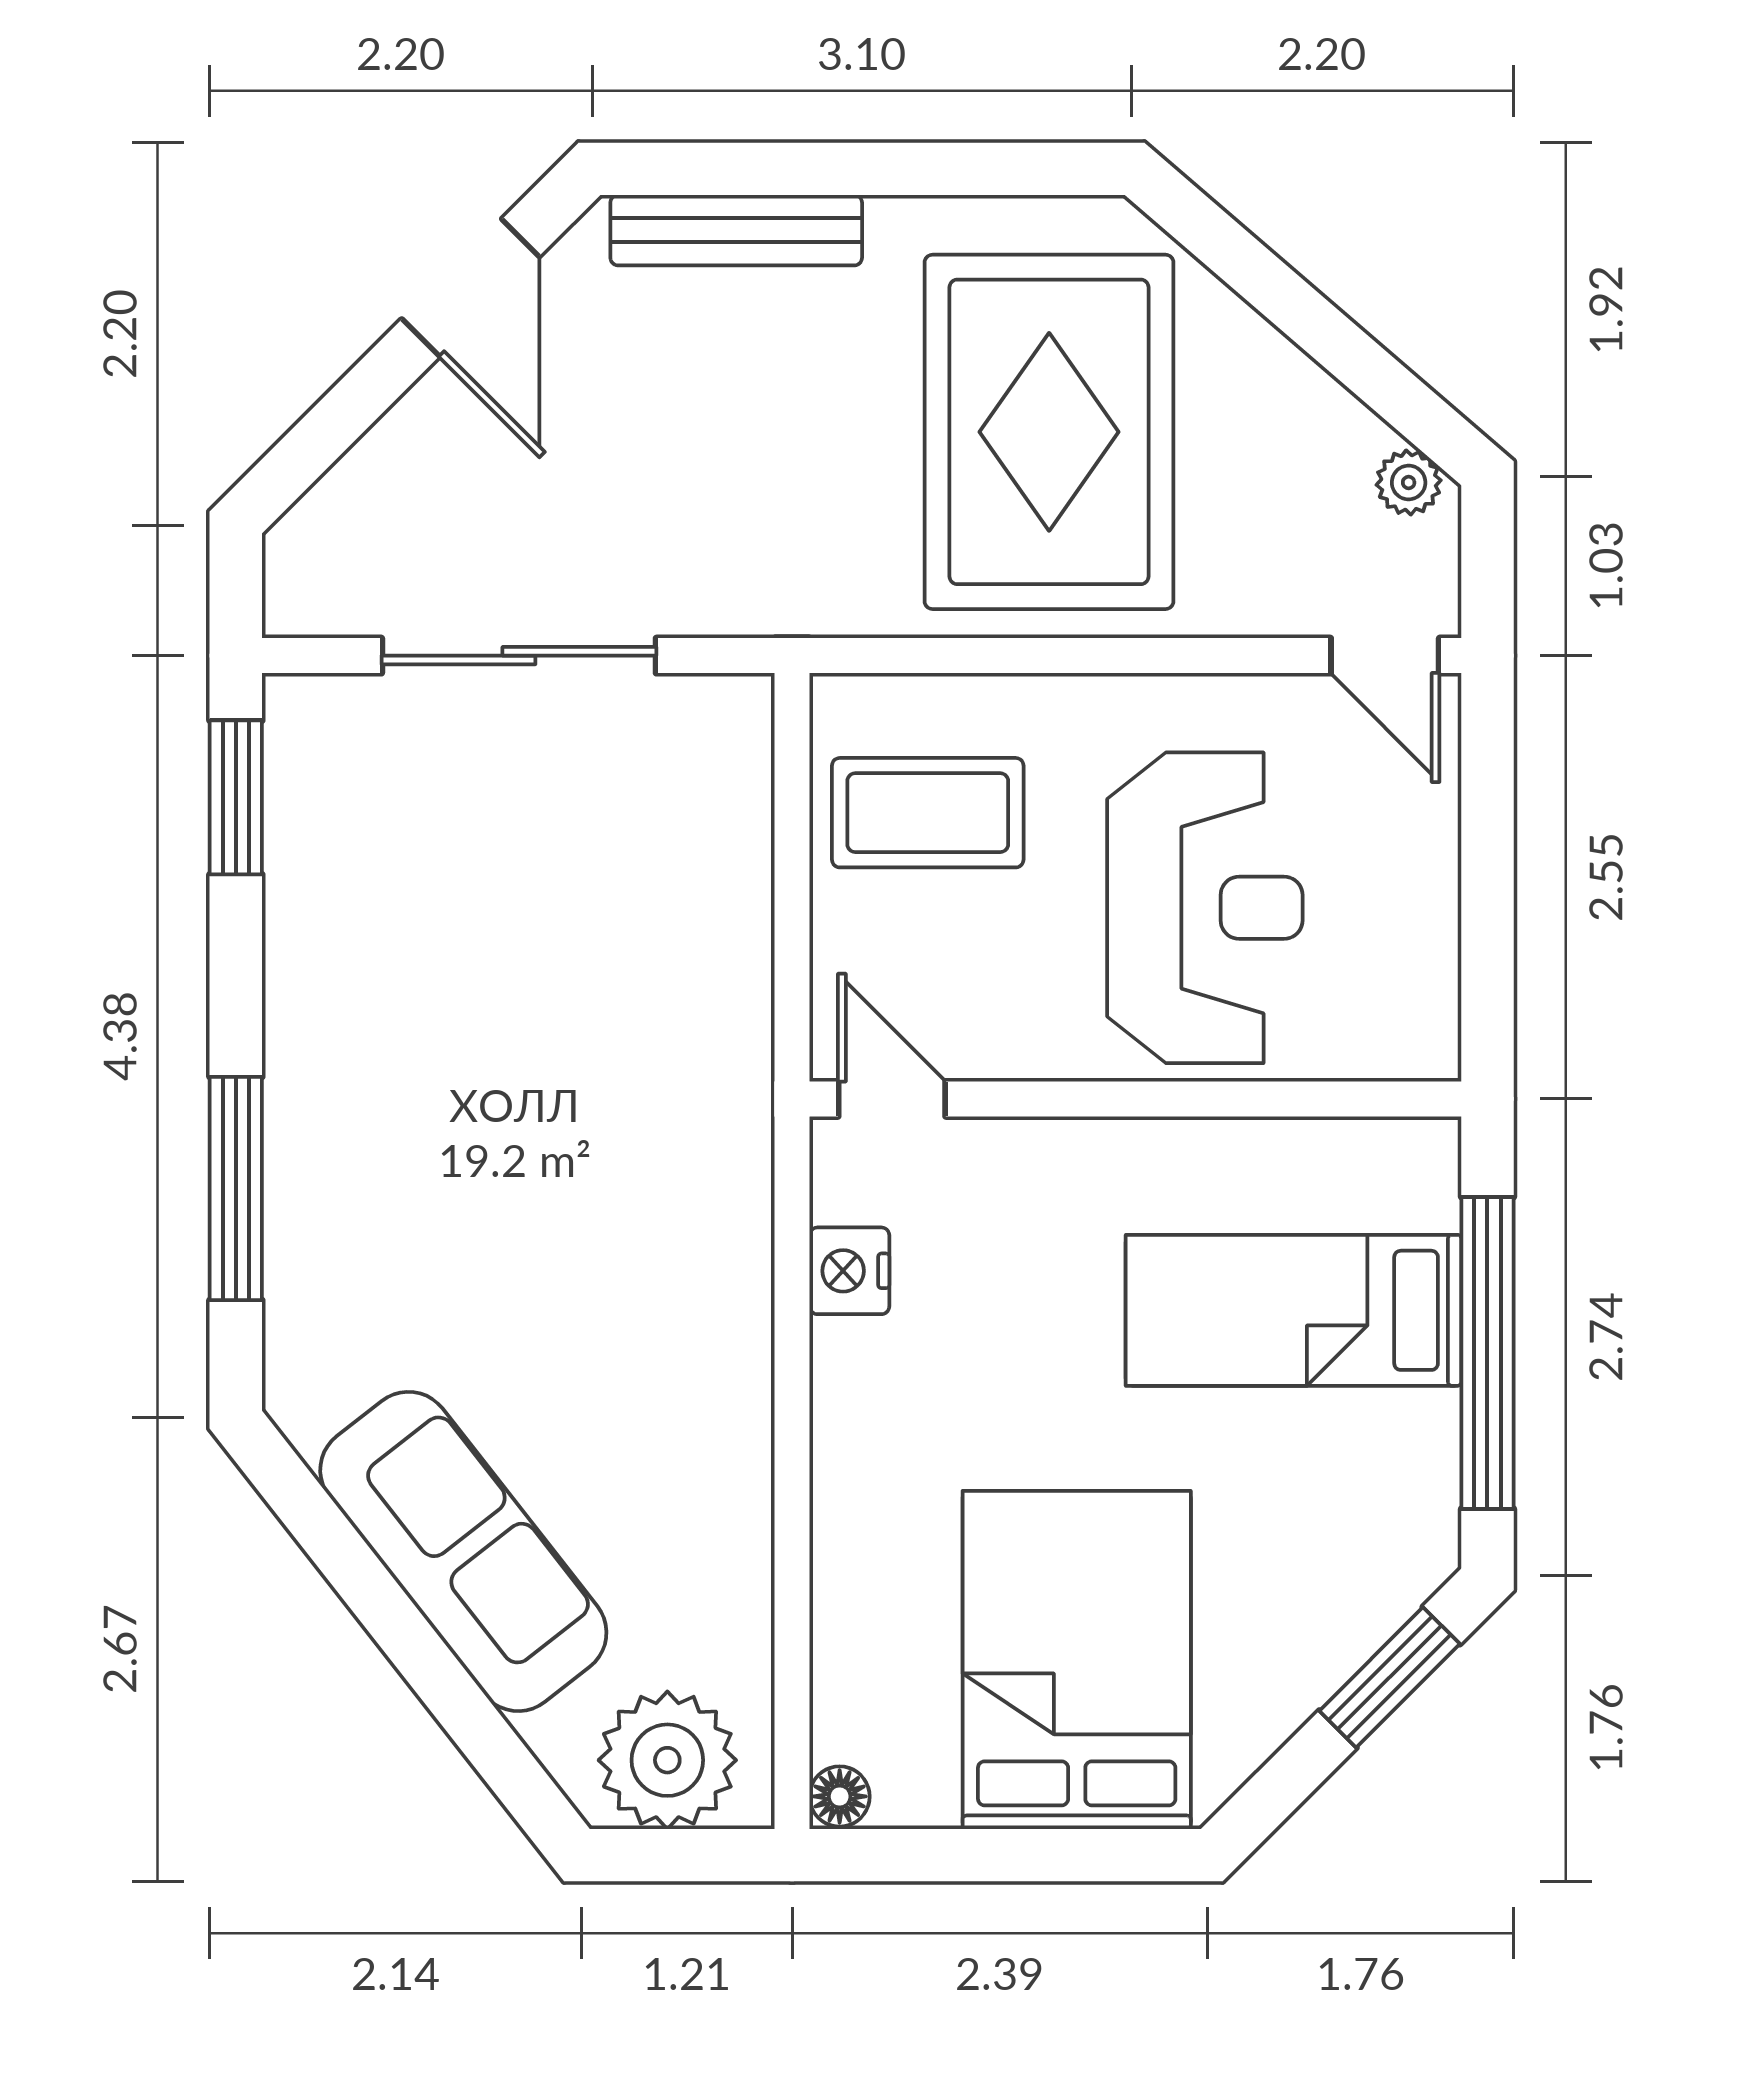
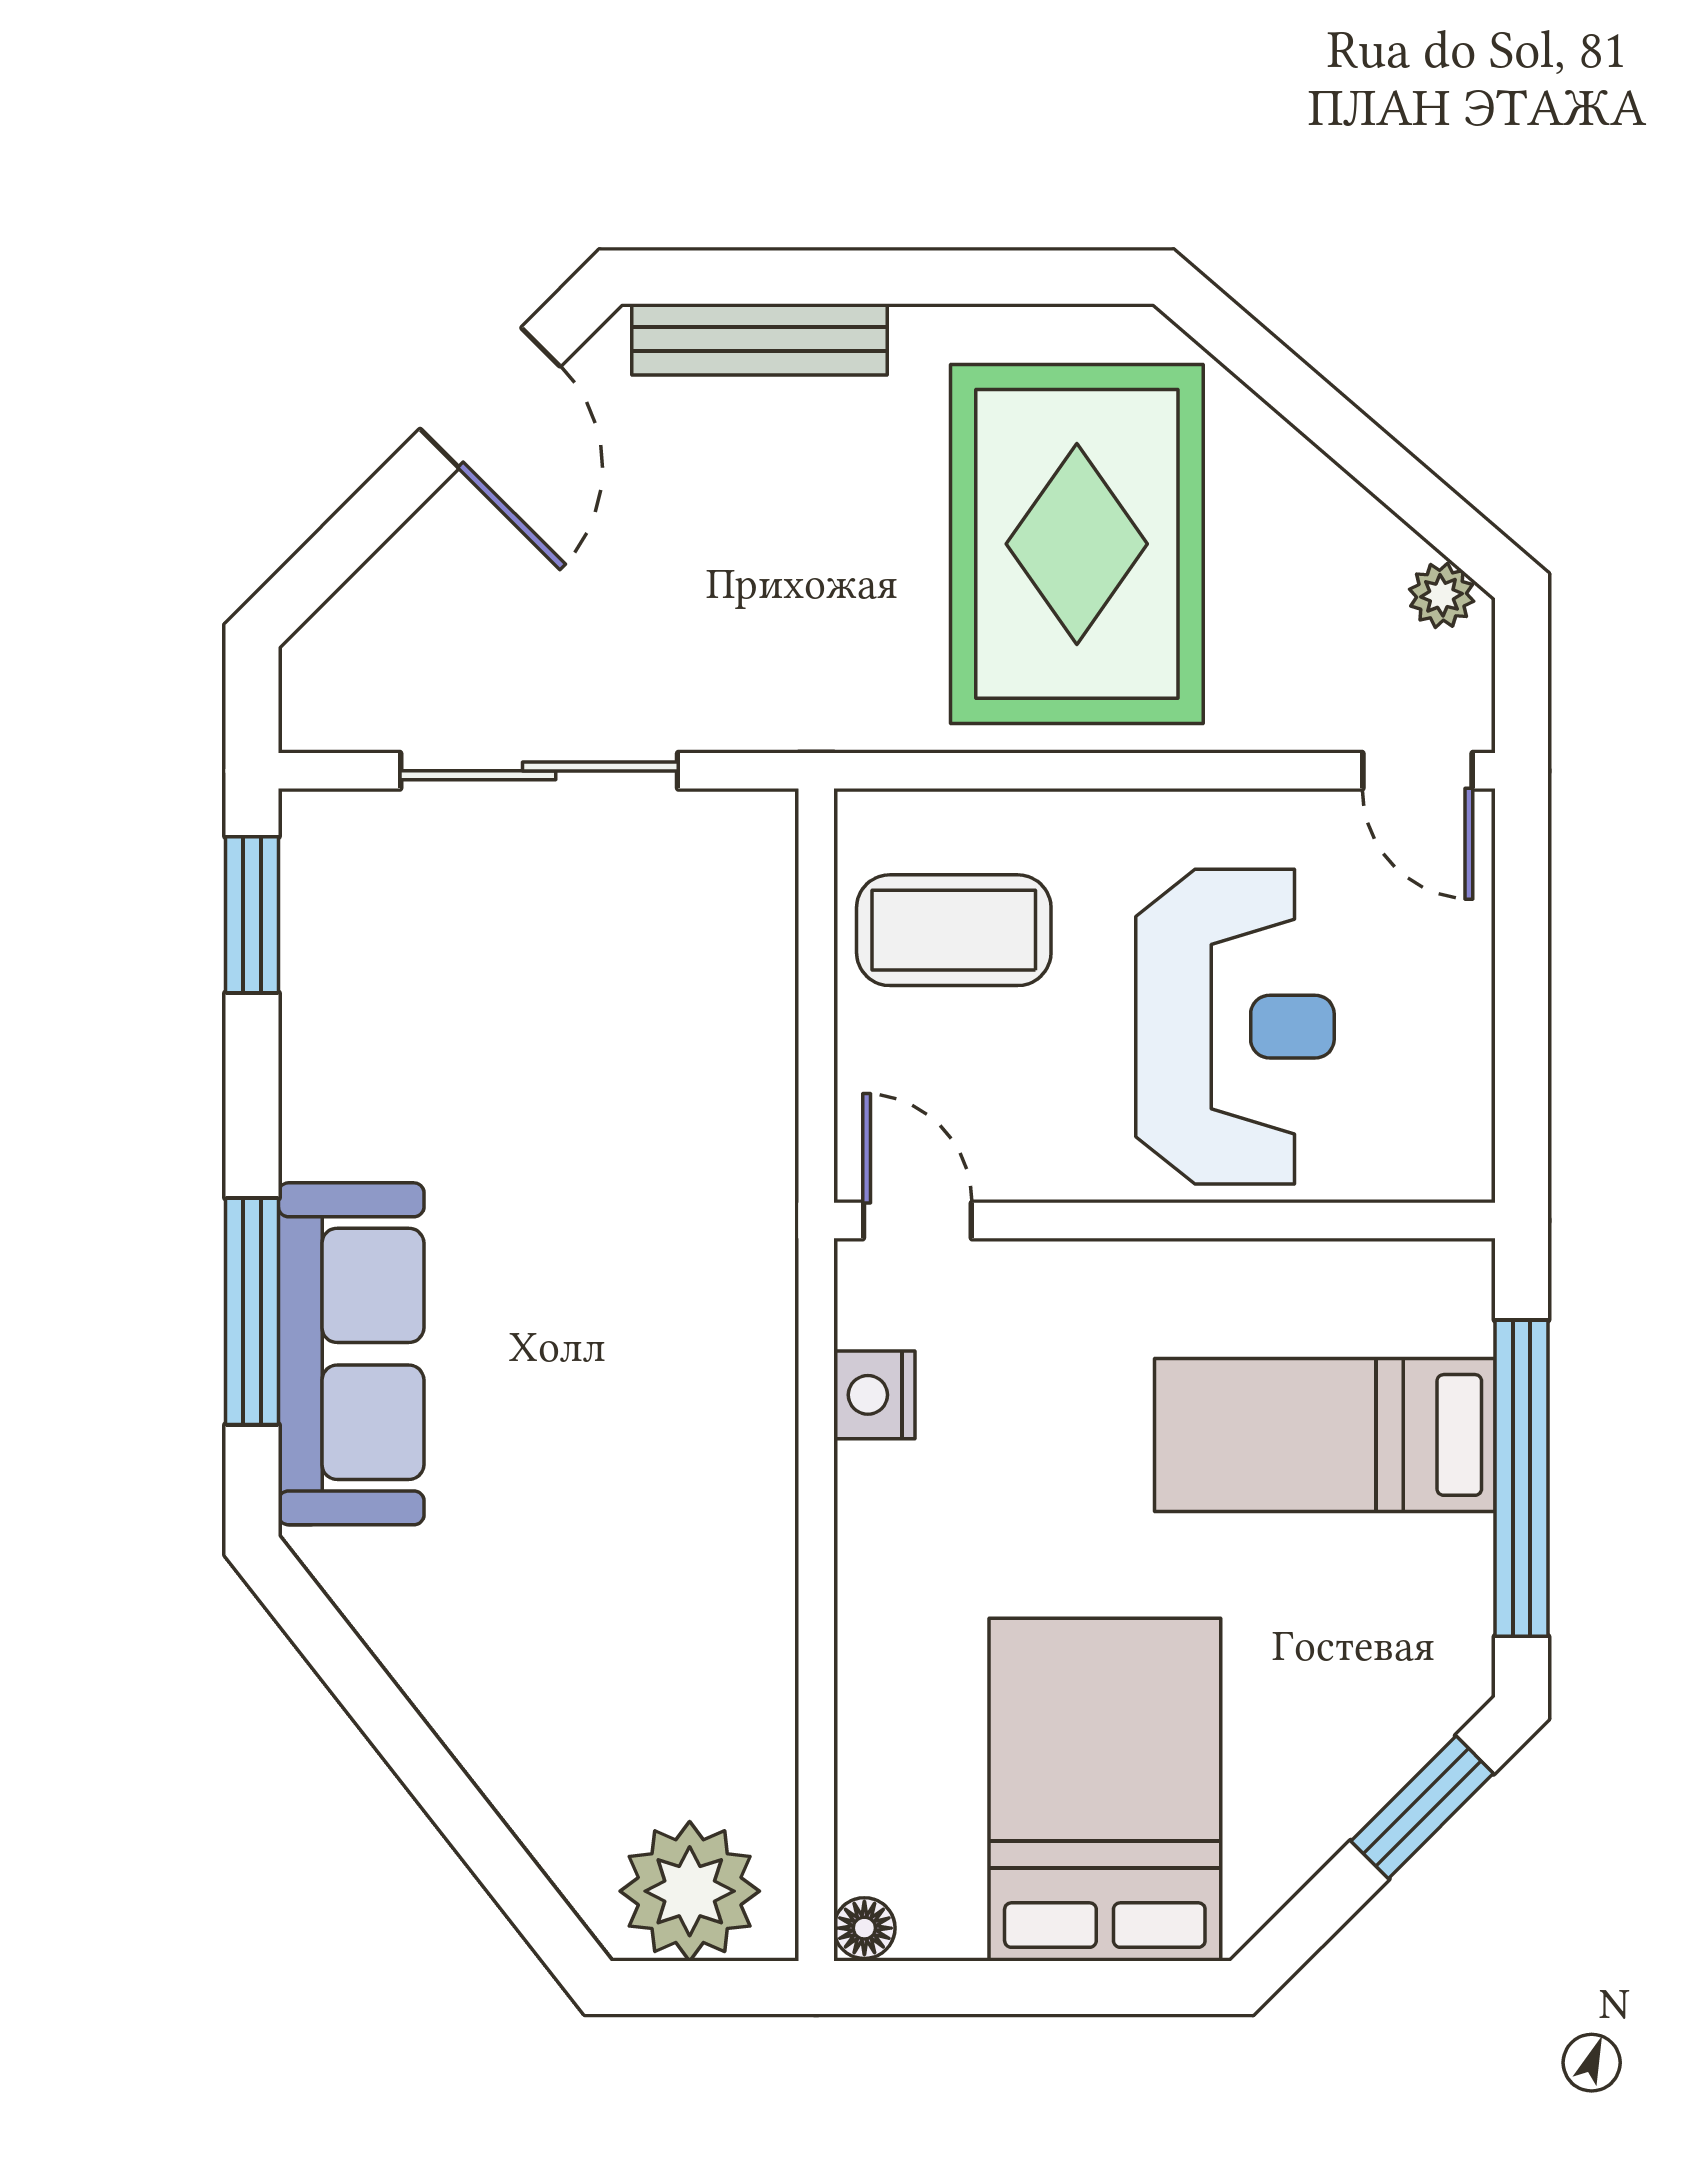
sofa: (463, 1551) -> (351, 1354), moved, turned 38

